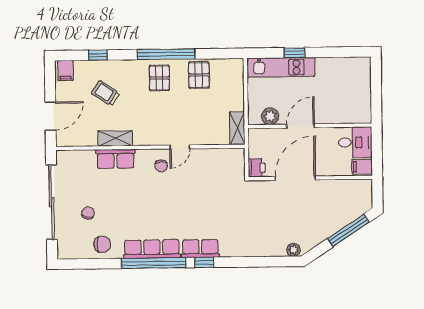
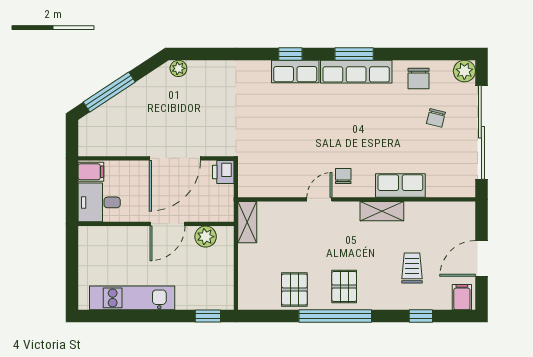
window: (295, 53) -> (208, 316), moved
kitchen unit: (281, 67) -> (132, 298), moved
trolley: (106, 93) -> (412, 268), turned -123
door: (50, 116) -> (481, 258), moved
shelving: (115, 138) -> (382, 211), moved
chair: (102, 244) -> (419, 78), turned -90
plant: (66, 251) -> (464, 71), added
window: (154, 263) -> (354, 54), width x0.47

